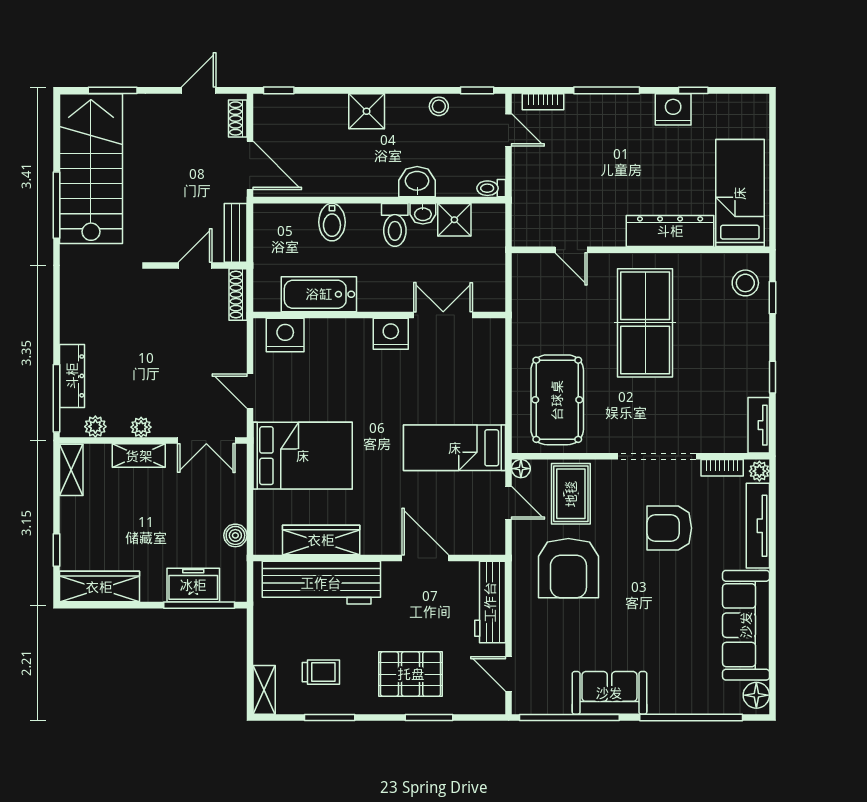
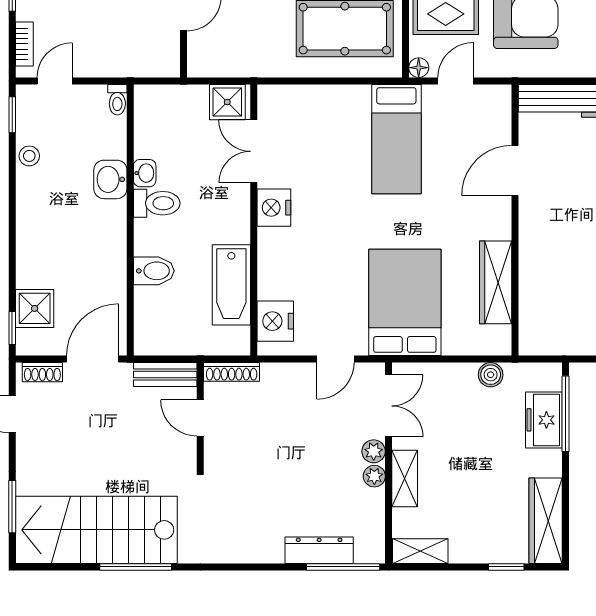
shower: (367, 111) -> (35, 308), moved
shower: (454, 220) -> (227, 102), moved
plant: (95, 427) -> (374, 451), moved
workbench: (321, 583) -> (541, 282), removed

